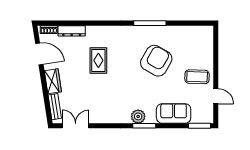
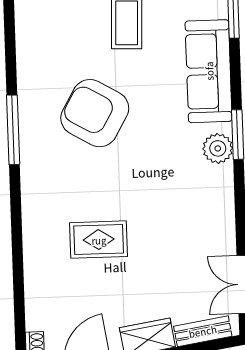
dresser: (72, 31) -> (36, 300), removed
sofa: (174, 113) -> (209, 71), width x1.36

